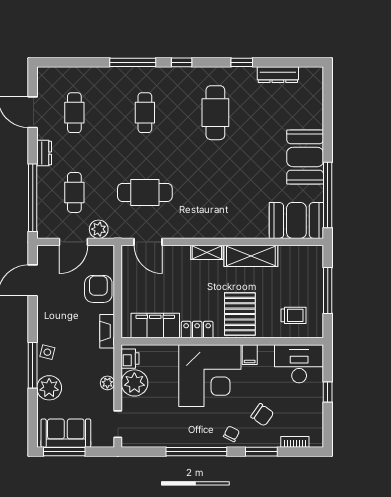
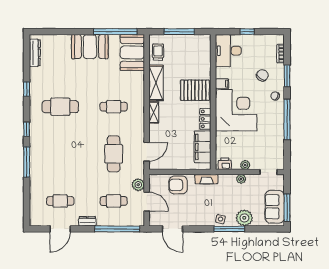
dresser: (278, 75) -> (35, 53), moved
cafe table: (145, 113) -> (114, 107), moved
trolley: (293, 315) -> (158, 52), moved
plant: (134, 383) -> (245, 165), width x0.53, depth x0.53

